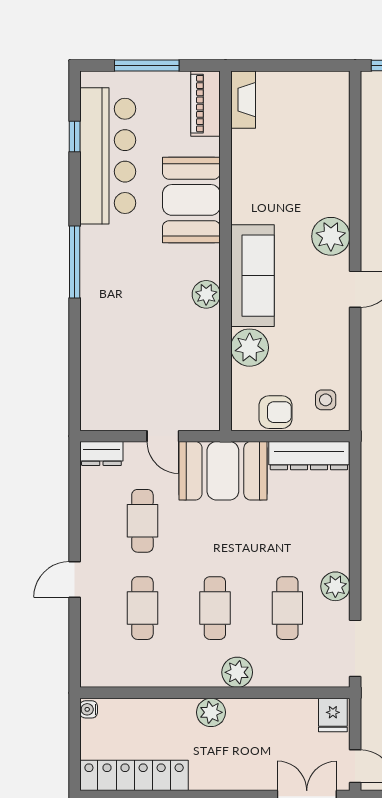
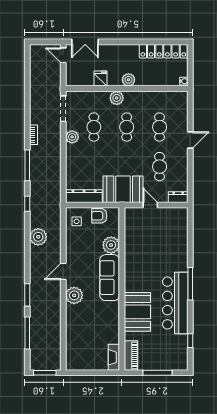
bar counter: (108, 156) -> (175, 303), moved
plant: (206, 294) -> (131, 269), removed
fridge: (333, 715) -> (101, 79), moved

